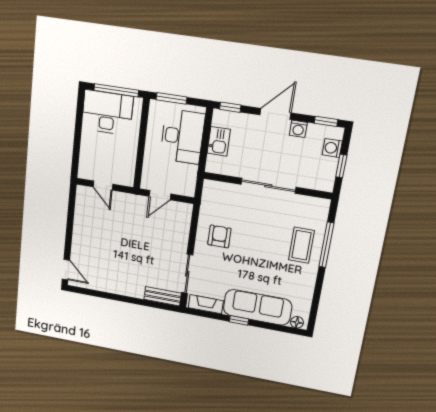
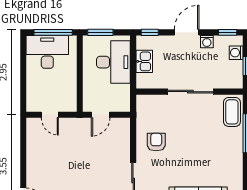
coffee table: (301, 245) -> (232, 112), moved

